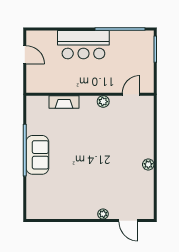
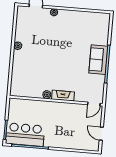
bar counter: (83, 45) -> (25, 135), moved
door: (131, 94) -> (94, 104), moved
fireplace: (64, 102) -> (63, 96), moved

